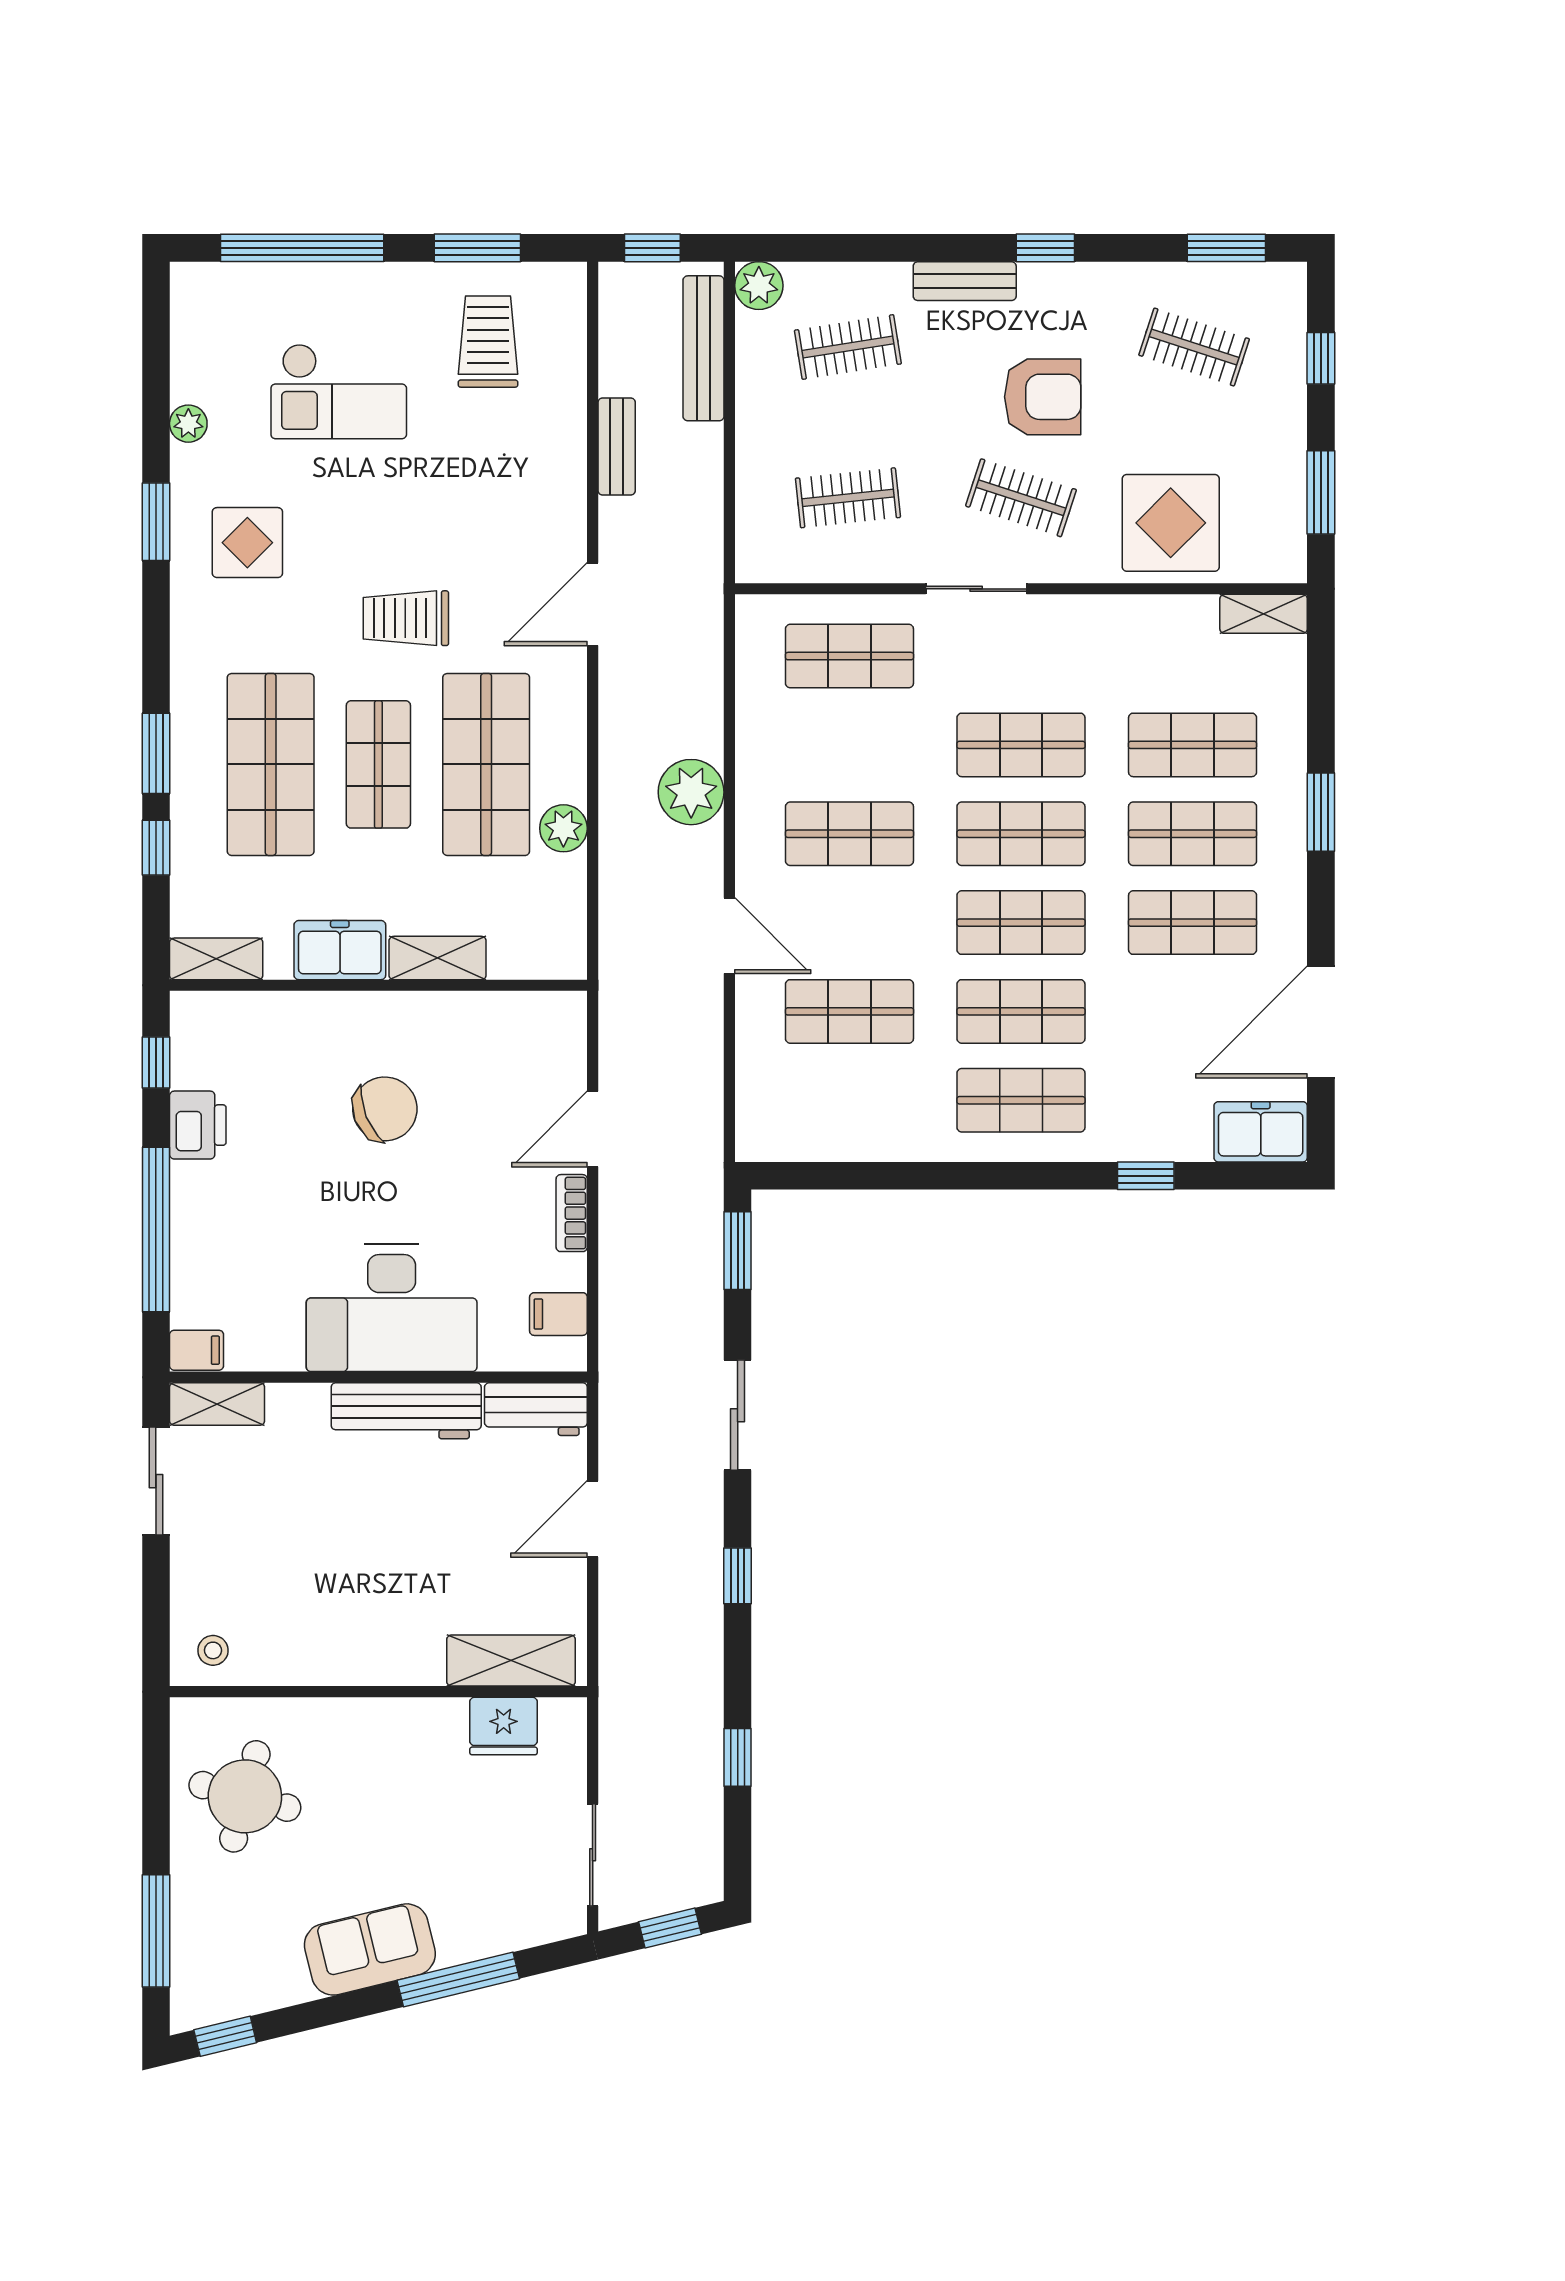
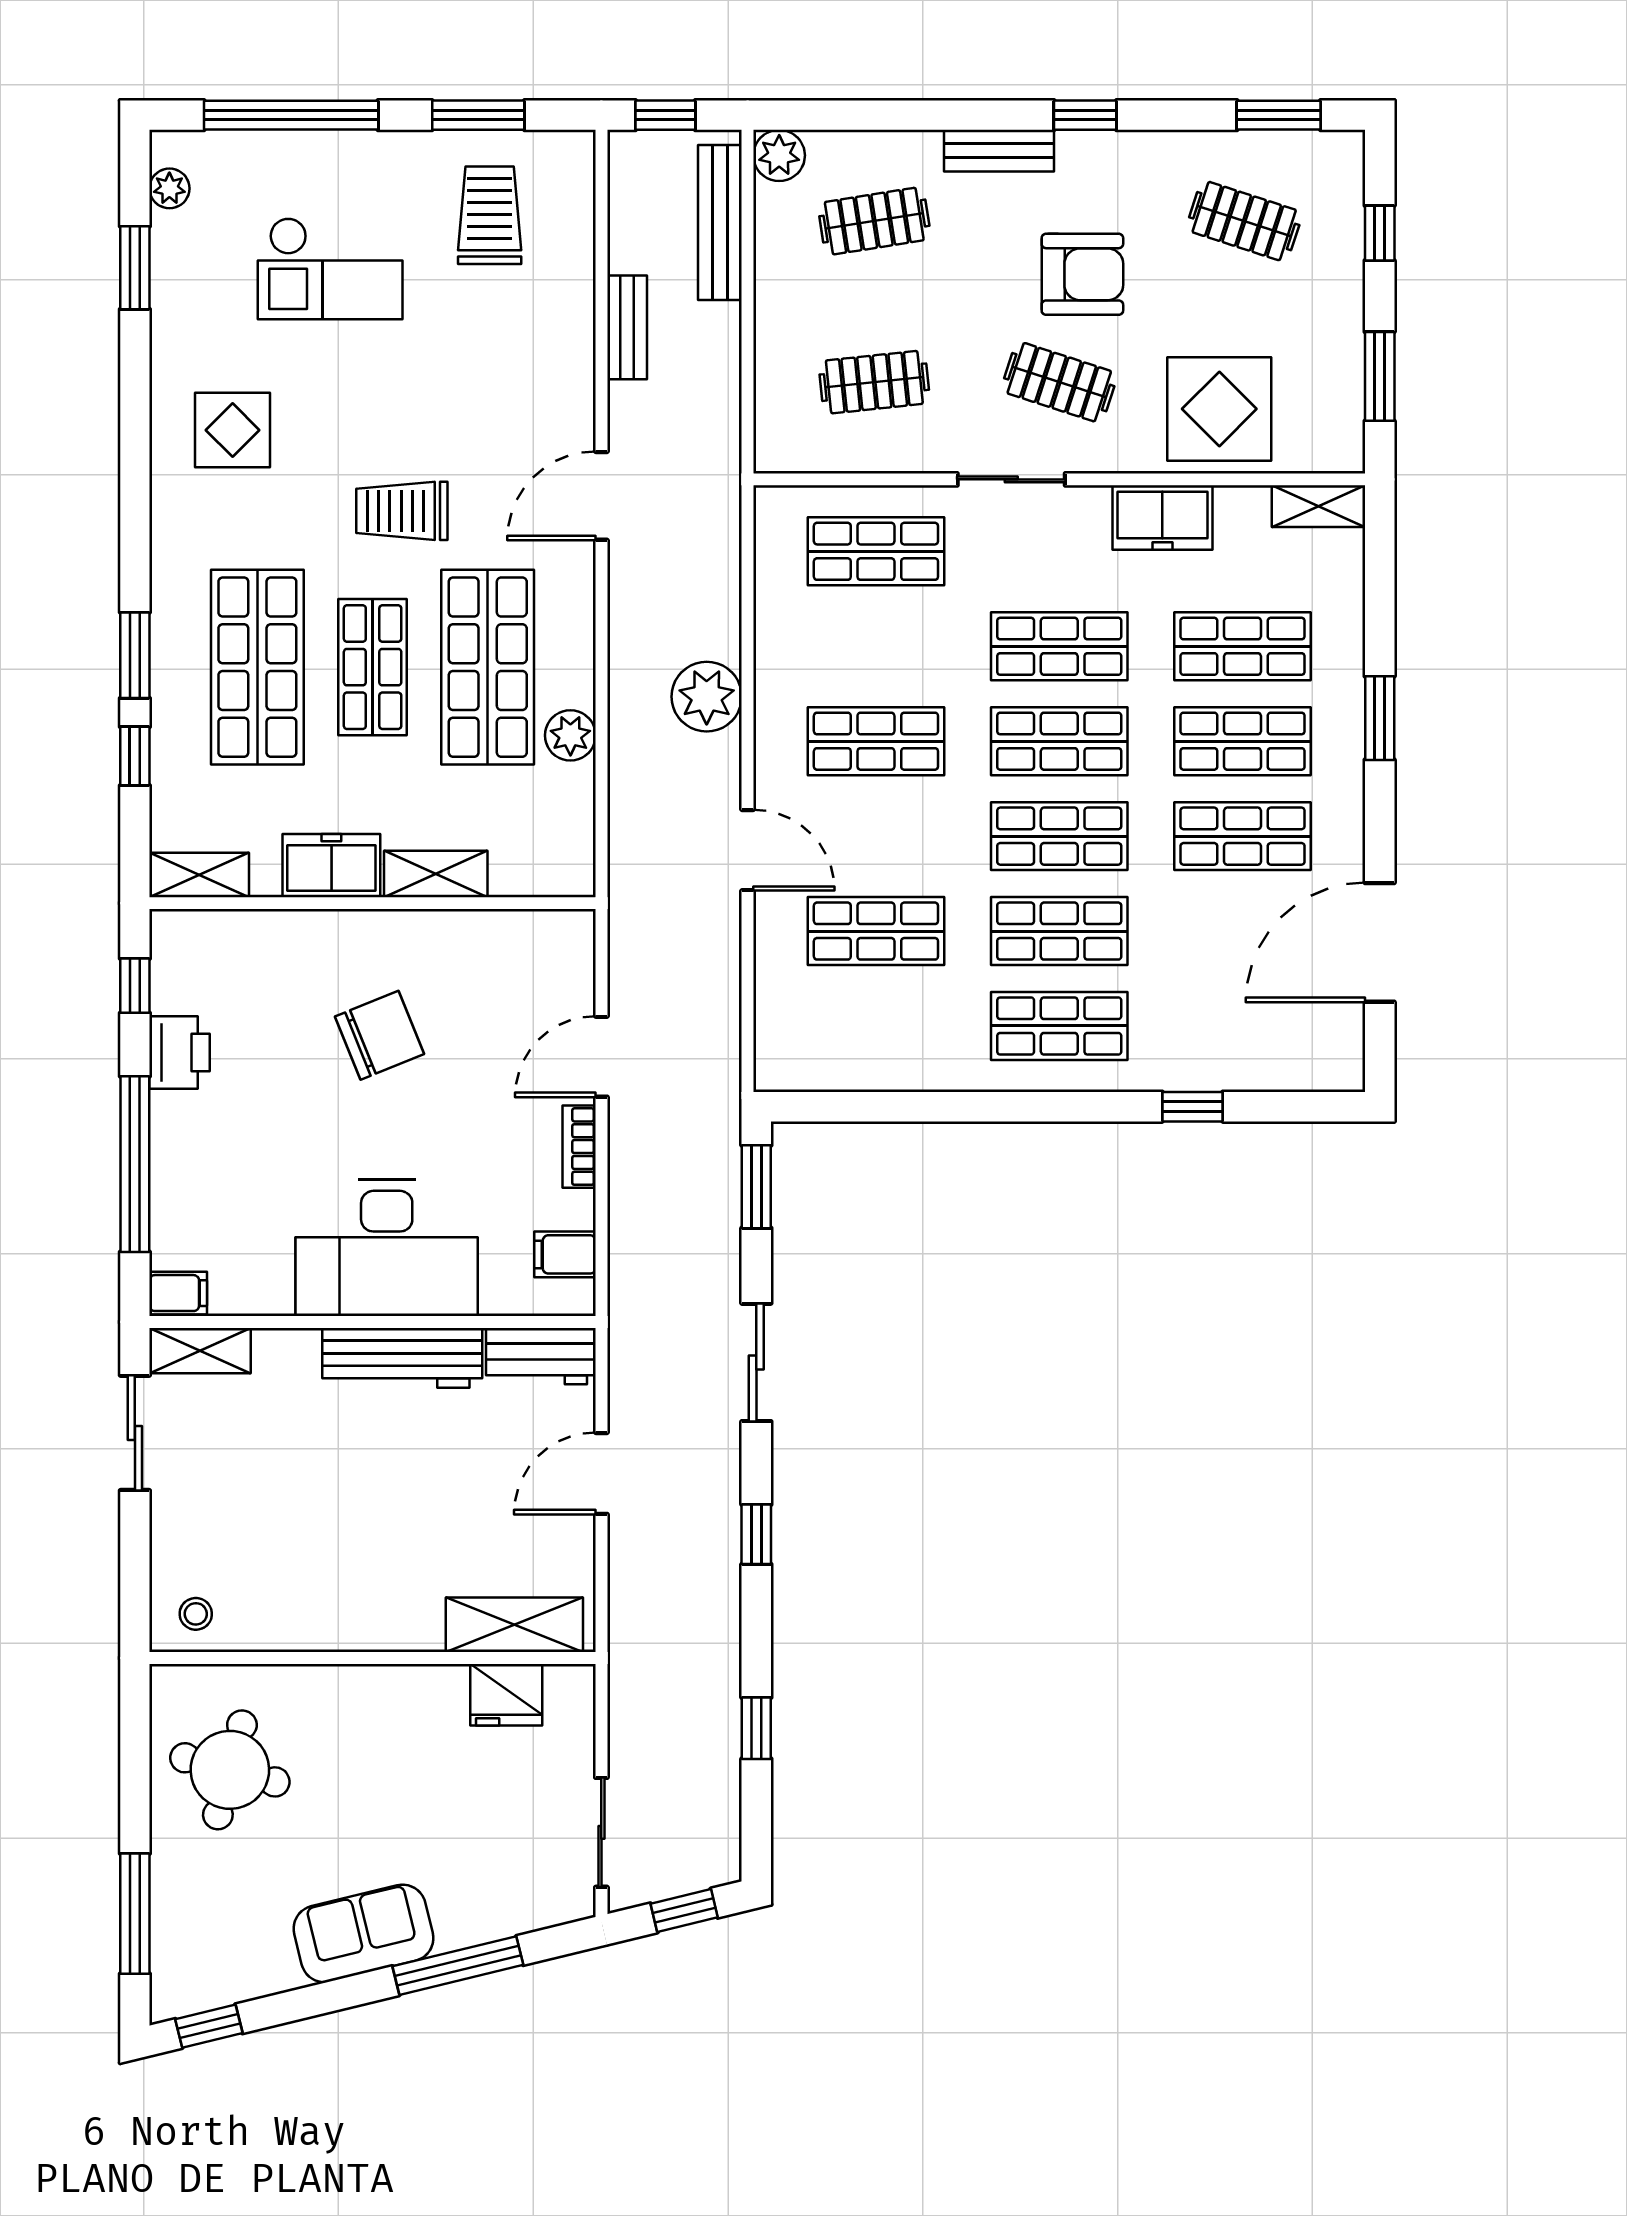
plant: (188, 424) -> (169, 188), moved
window: (156, 522) -> (135, 268), moved
freezer: (1261, 1132) -> (1162, 518), moved, turned 180

